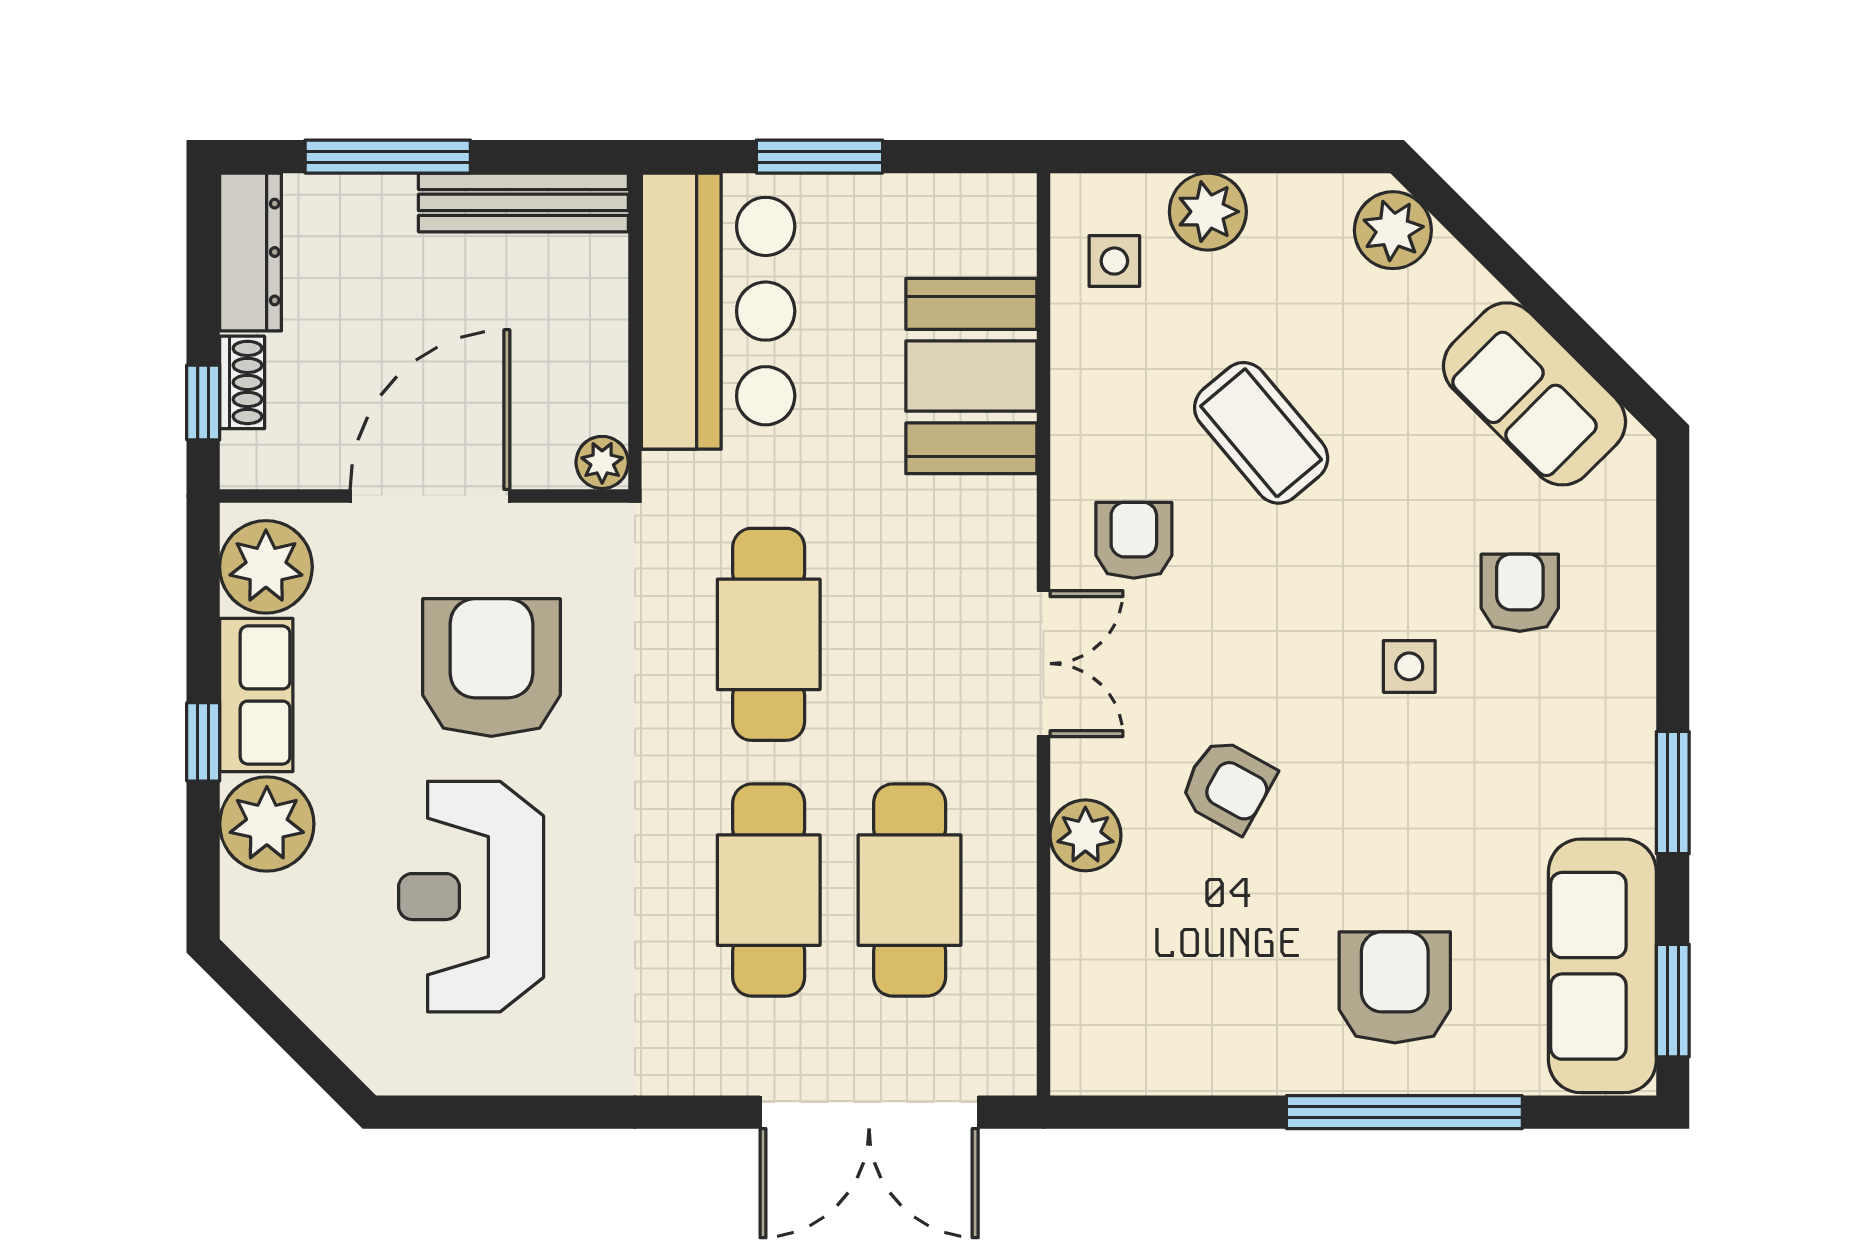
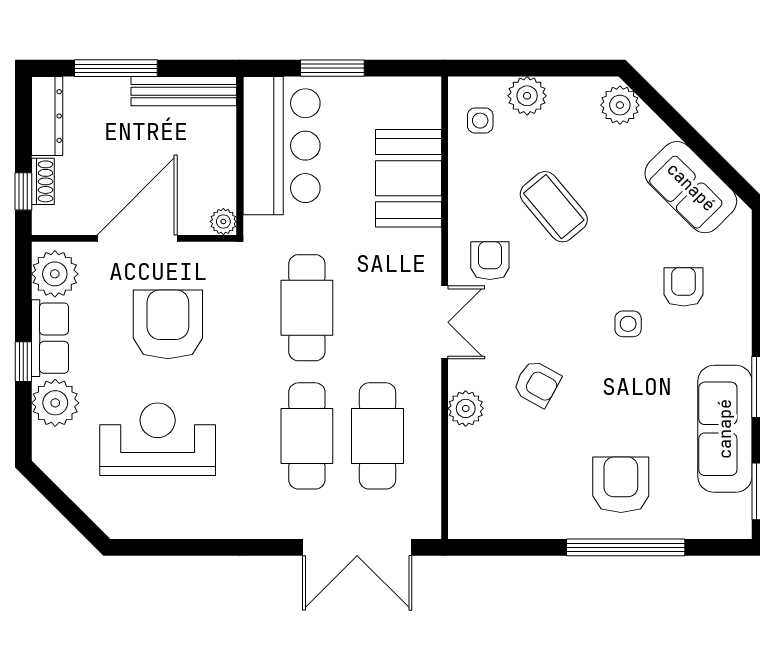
reception desk: (471, 897) -> (158, 439), turned 90
sofa: (1602, 966) -> (725, 429), moved

